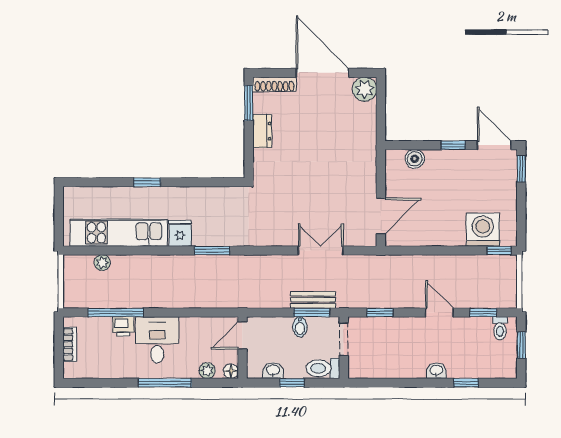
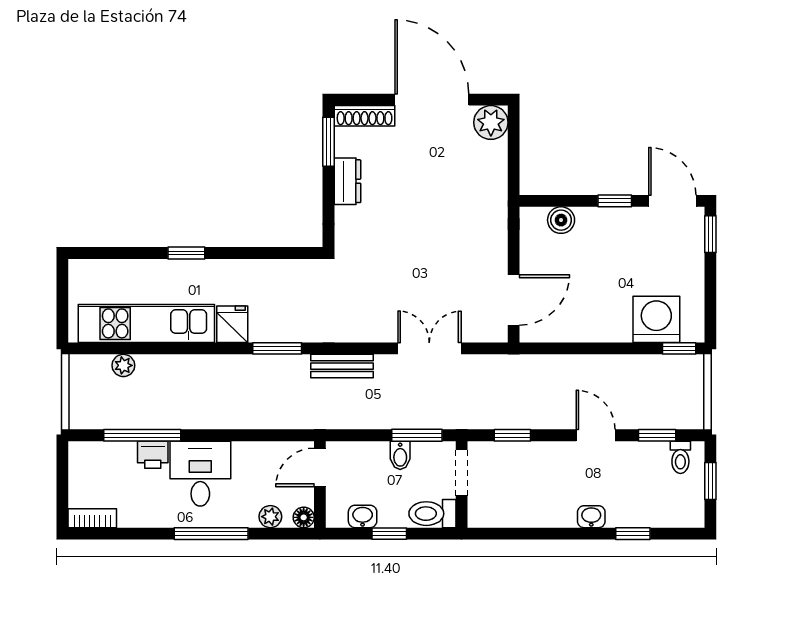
bench: (313, 300) -> (342, 366), moved
bookcase: (70, 344) -> (92, 518), moved, turned -90

